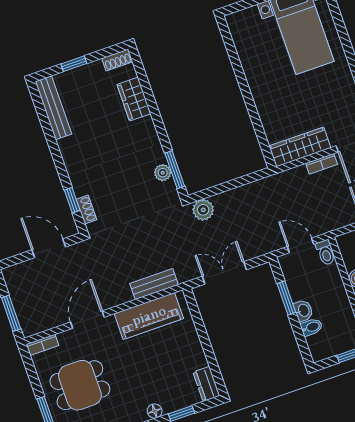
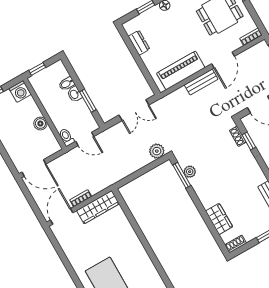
bench: (154, 284) -> (201, 82), moved
dresser: (206, 384) -> (139, 43), moved

